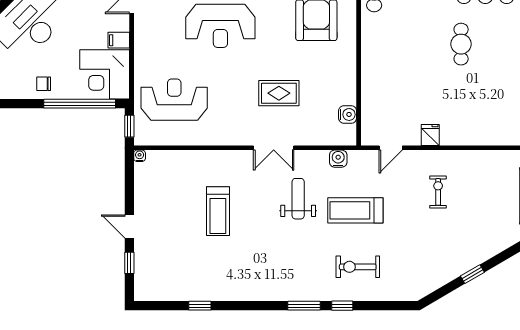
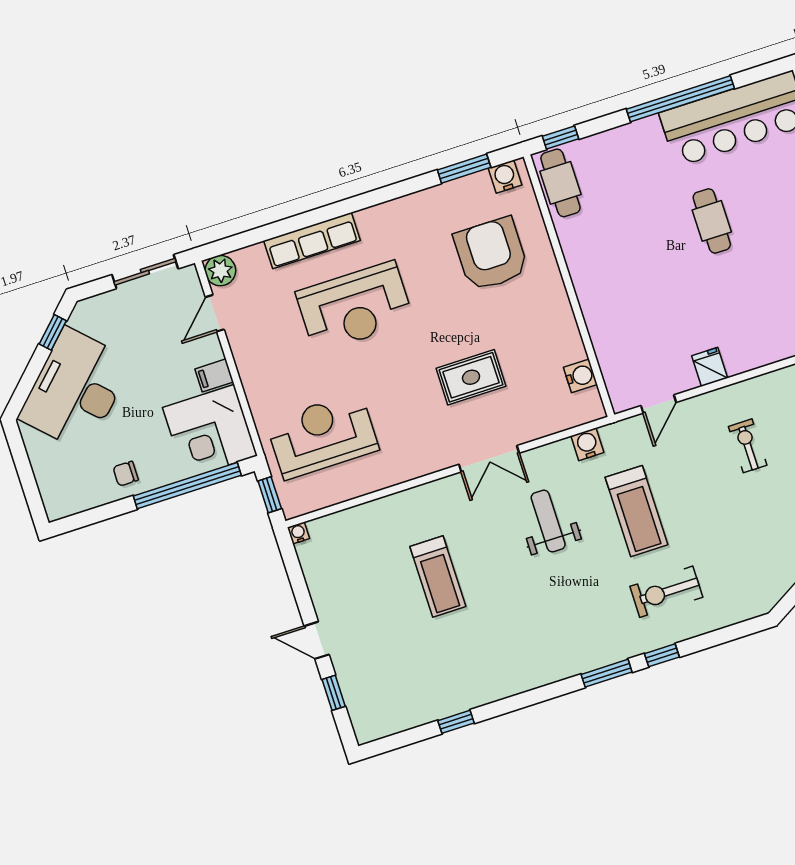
treadmill: (355, 210) -> (637, 511), turned -90

